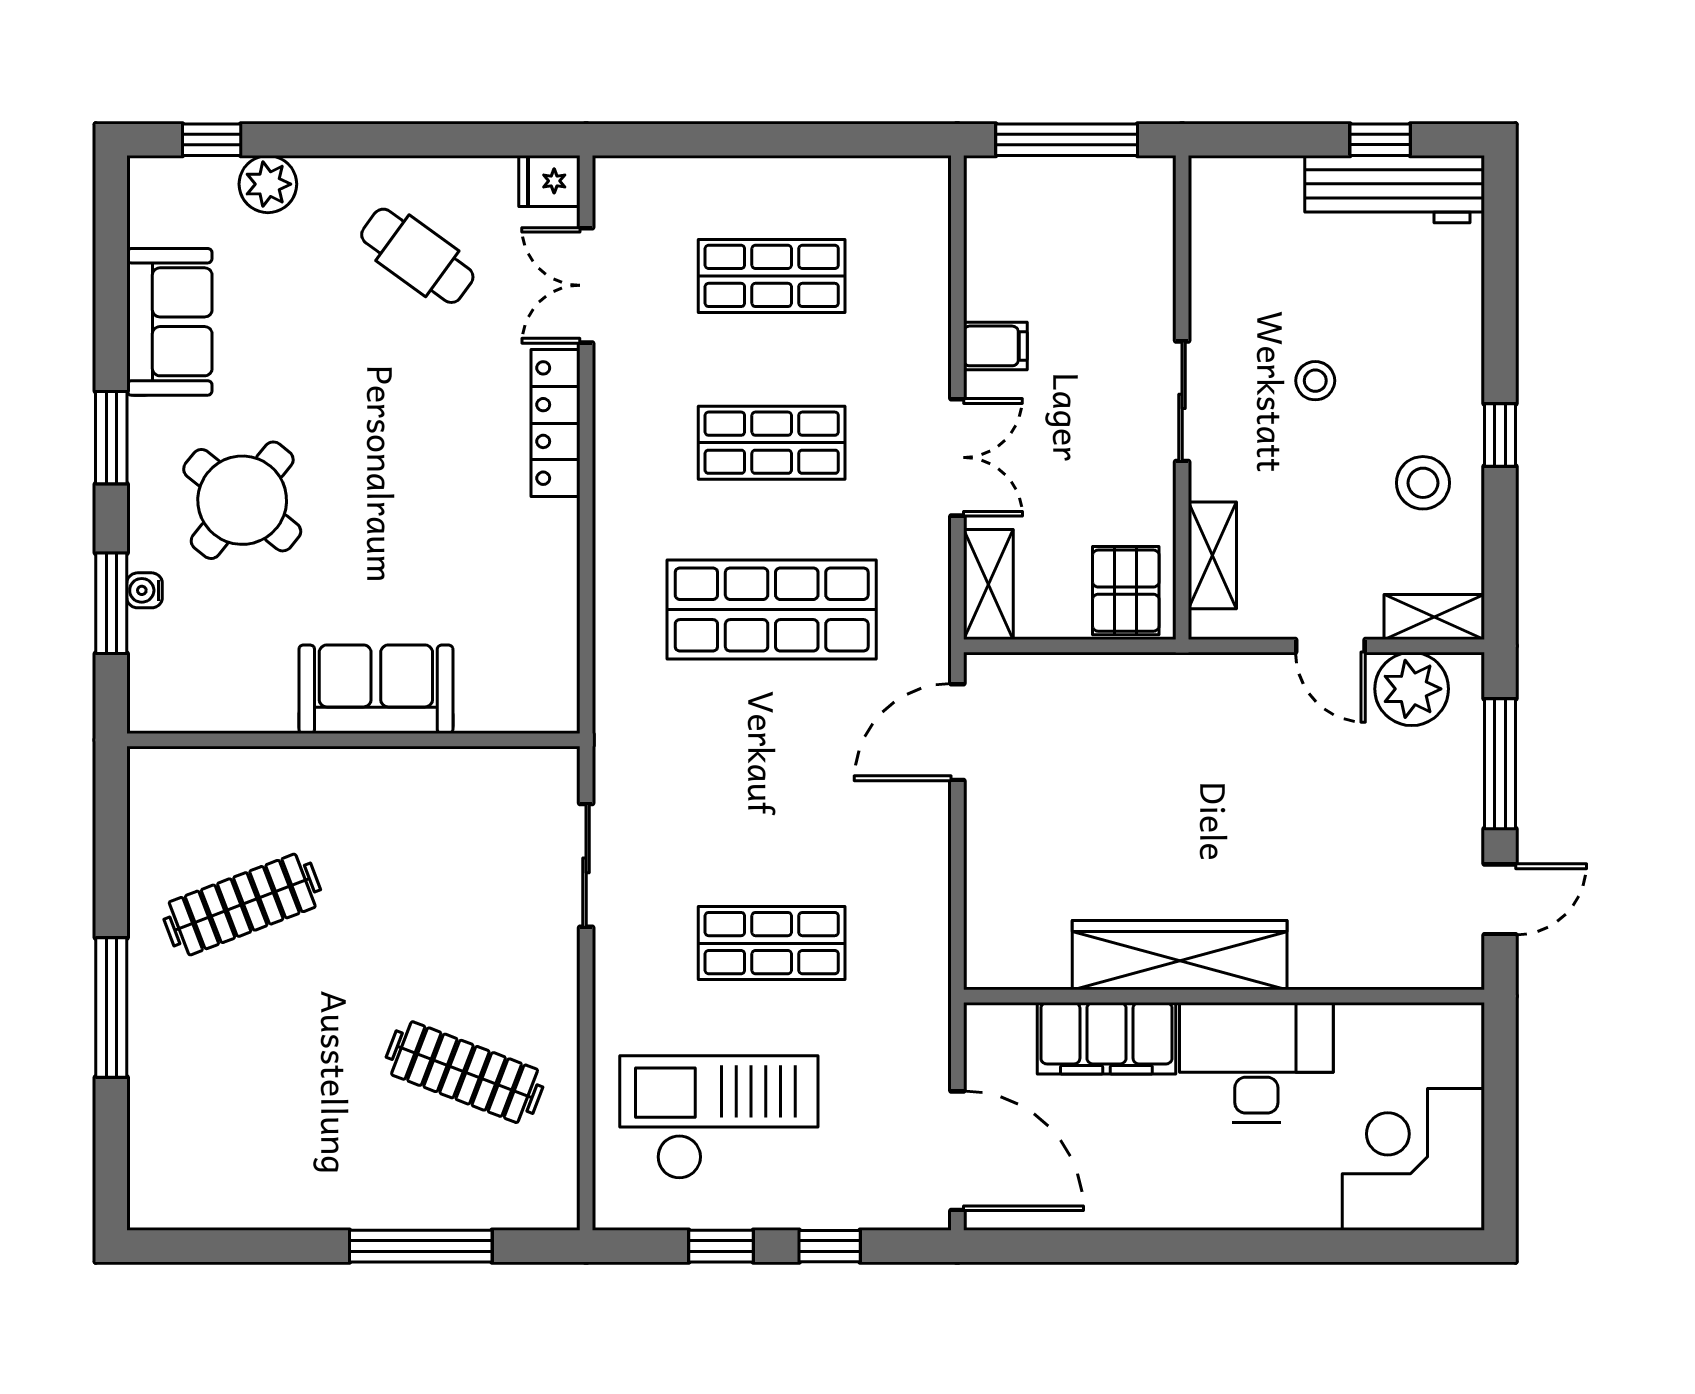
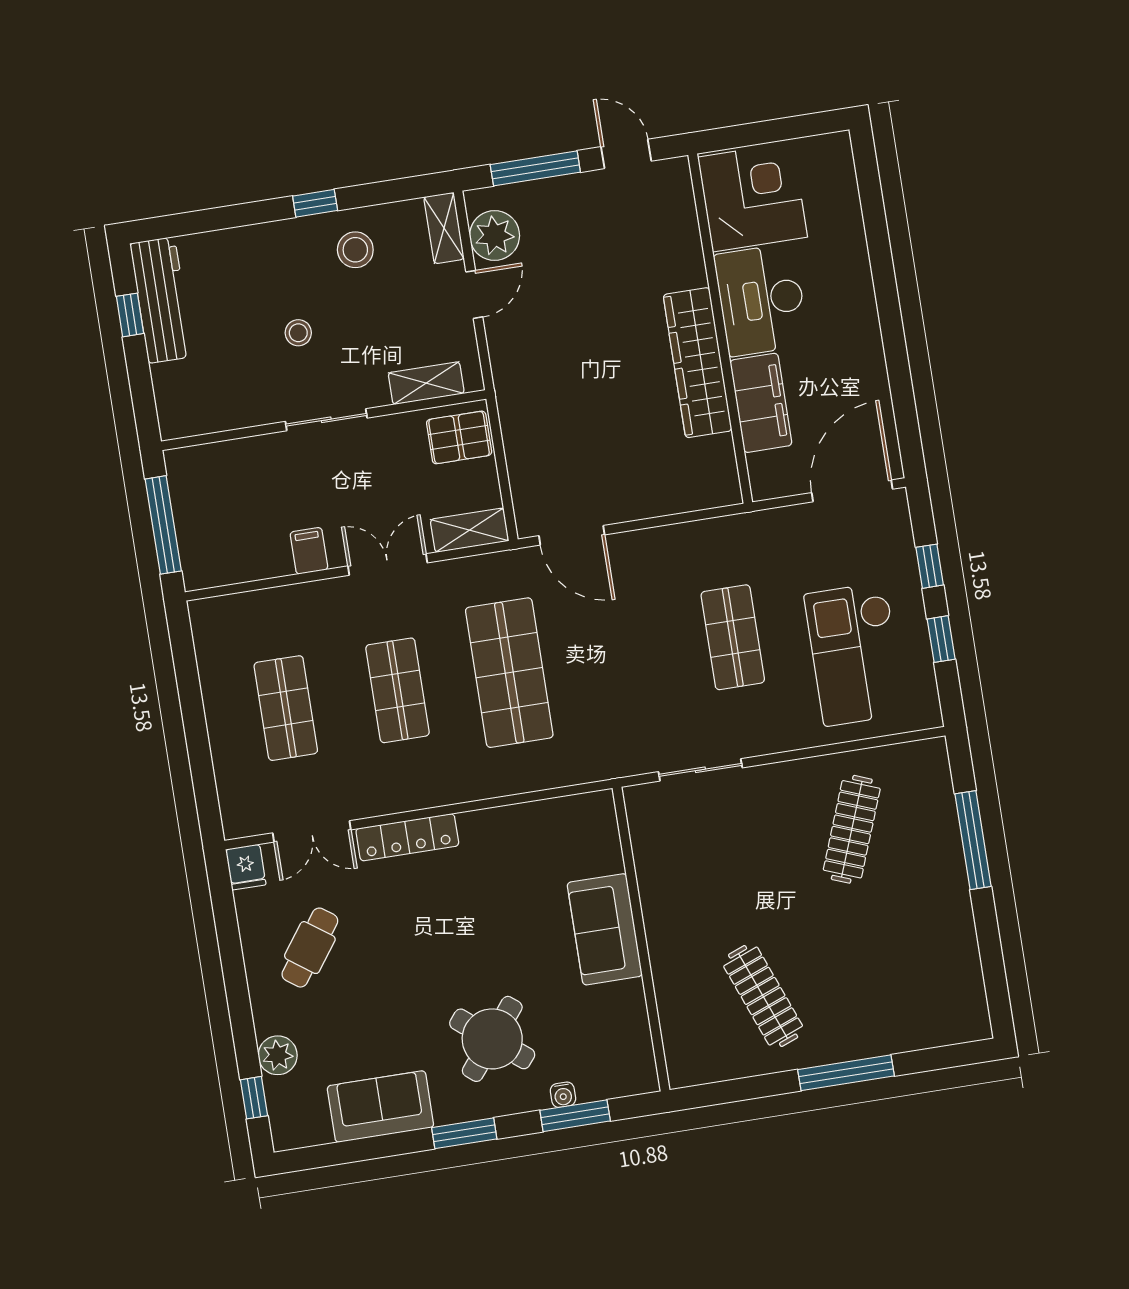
corner desk: (1413, 1159) -> (752, 197), moved, turned 180

